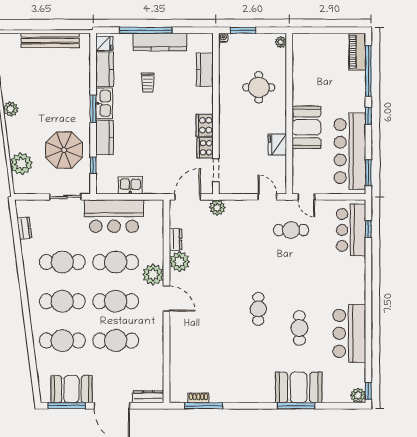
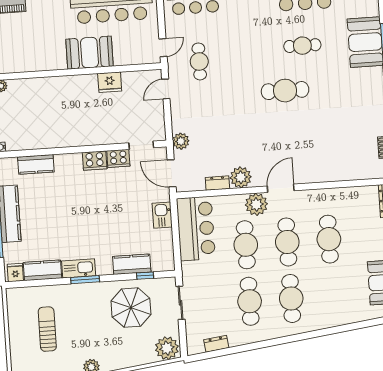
bench: (50, 40) -> (16, 330), removed
sun lounger: (49, 70) -> (47, 329), added
trolley: (148, 83) -> (53, 224), removed
round table: (259, 87) -> (51, 106), removed
kitchen counter: (105, 137) -> (132, 264), moved
plant: (21, 164) -> (167, 348), moved
kitchen sink: (130, 185) -> (162, 215), moved
bar counter: (114, 216) -> (196, 229), moved
cafe table: (258, 309) -> (285, 91), width x1.37, depth x1.35
cafe table: (62, 341) -> (333, 296), removed

